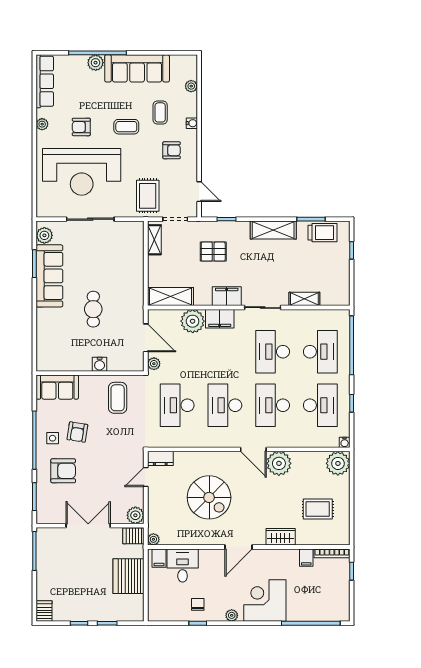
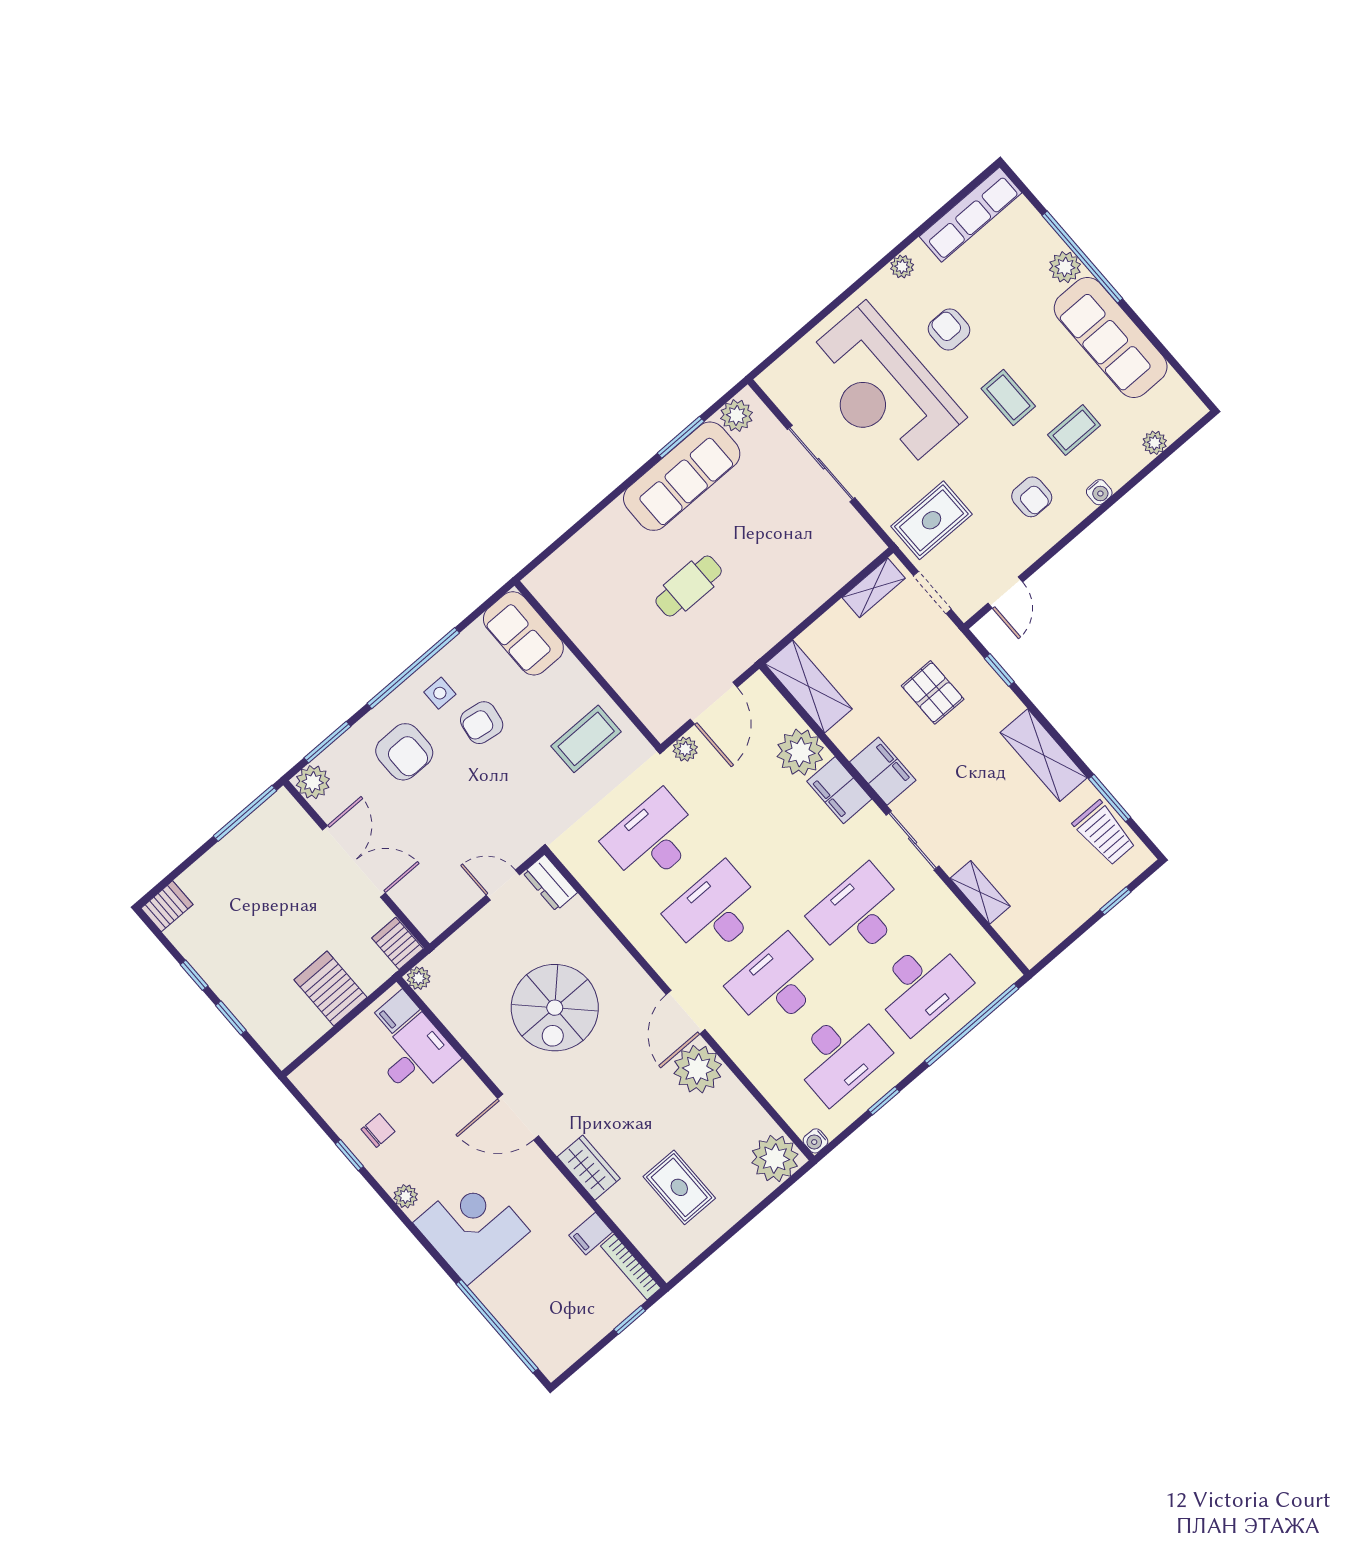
water cooler: (100, 364) -> (613, 668), removed
plant: (135, 515) -> (313, 782), moved
server rack: (129, 576) -> (330, 989), width x0.63

